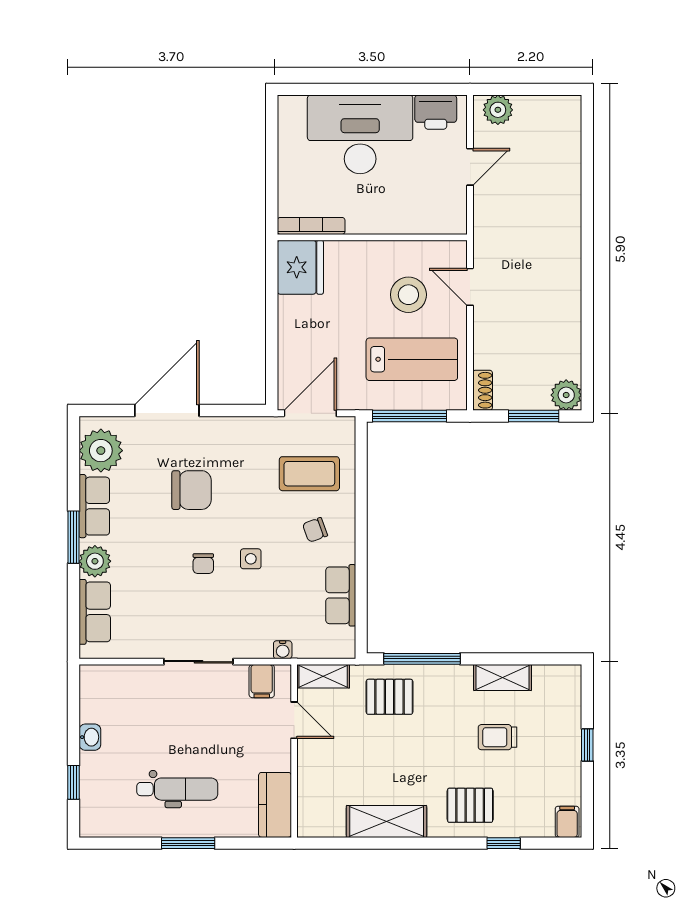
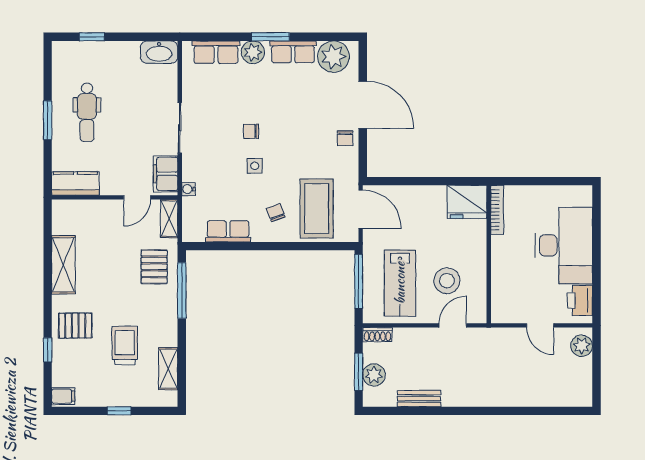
bench: (570, 333) -> (419, 399), added
plant: (566, 395) -> (374, 375), moved
coffee table: (309, 474) -> (317, 209), width x1.36, depth x1.32
chair: (192, 490) -> (345, 138), moved, width x0.54, depth x0.54
shelving: (503, 677) -> (168, 369), moved
filing cabinet: (262, 681) -> (166, 174), width x2.00
washbasin: (90, 737) -> (159, 52), moved, width x1.91, depth x1.45
trolley: (497, 737) -> (125, 346), width x1.36, depth x1.39
pallet: (470, 805) -> (75, 326), turned 90

